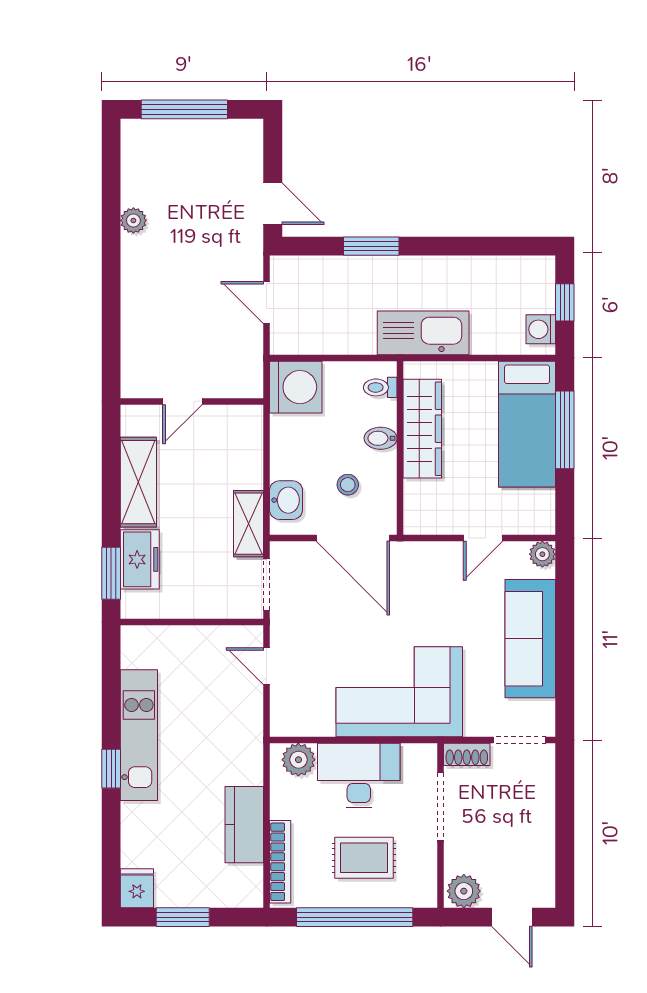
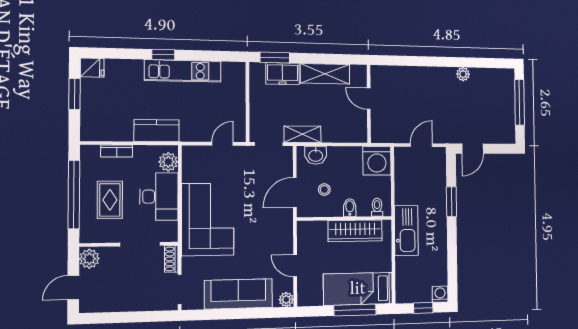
washing machine: (541, 329) -> (440, 294), moved
door: (353, 538) -> (295, 192), width x0.73
kitchen counter: (244, 825) -> (157, 131), moved
bookcase: (280, 862) -> (117, 151), width x0.64

